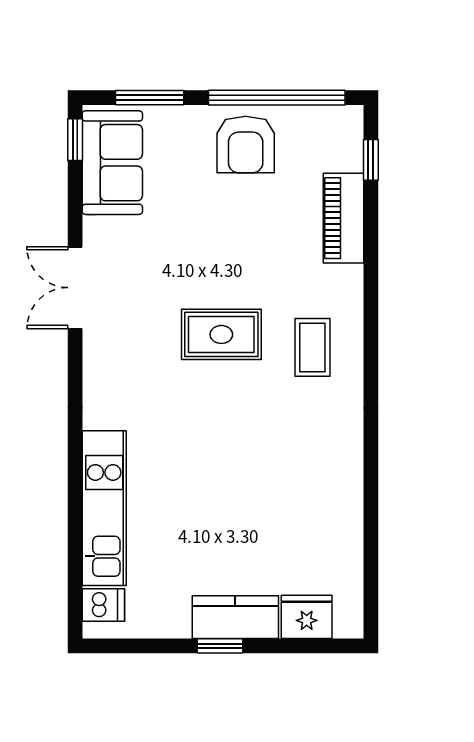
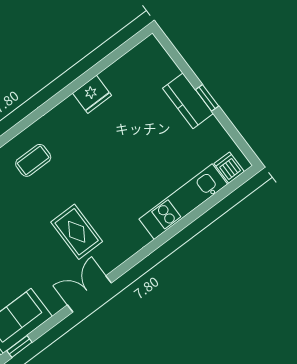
double door: (75, 288) -> (89, 294), swing flipped
rug: (221, 334) -> (77, 232), moved
fridge: (307, 617) -> (92, 94), moved, turned -90

